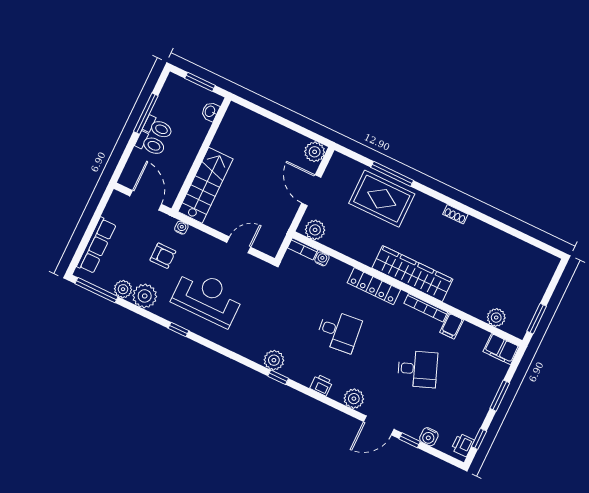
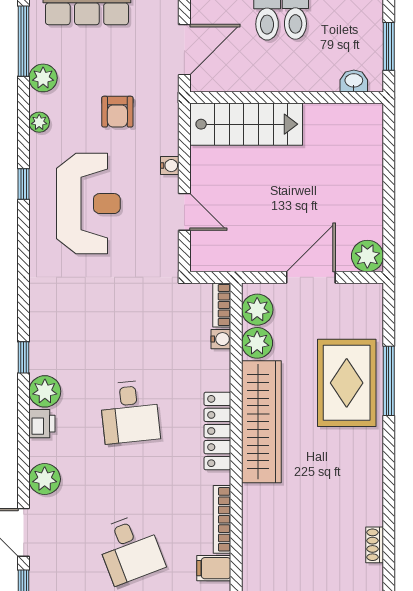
shoe rack: (455, 214) -> (375, 545), moved
water cooler: (181, 228) -> (170, 166), moved
plant: (334, 239) -> (257, 343), added
wardrobe: (412, 274) -> (261, 422), moved
plant: (145, 296) -> (39, 122), width x0.53, depth x0.53
plant: (274, 360) -> (45, 391), moved

